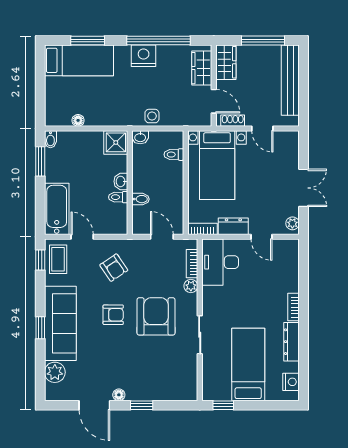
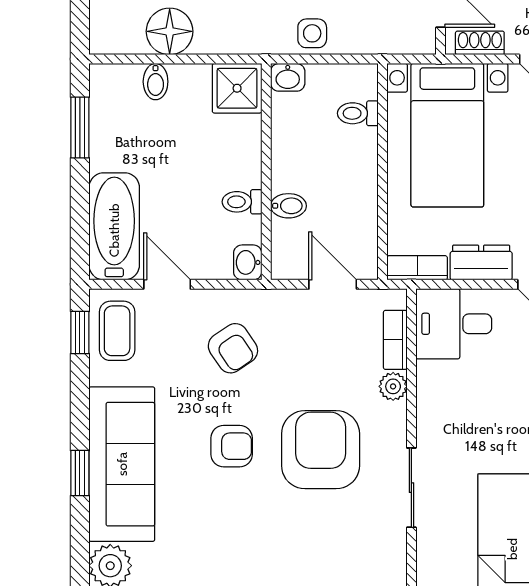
floor lamp: (78, 120) -> (170, 31), width x1.89, depth x1.89
bidet: (50, 139) -> (156, 82), moved
washbasin: (121, 181) -> (248, 262), moved
desk: (220, 262) -> (454, 324), width x0.73

